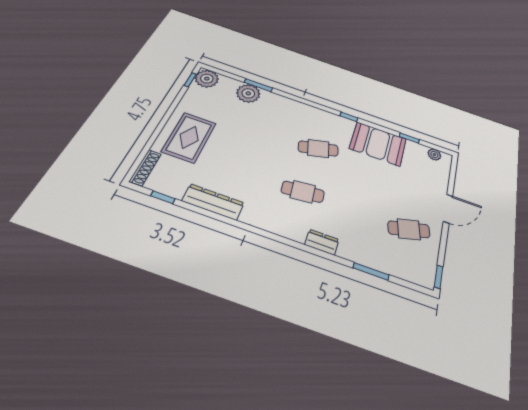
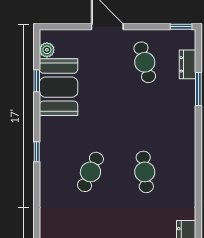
booth: (378, 144) -> (59, 87), moved
cafe table: (318, 148) -> (90, 172), turned 39
dresser: (322, 242) -> (188, 64), moved

